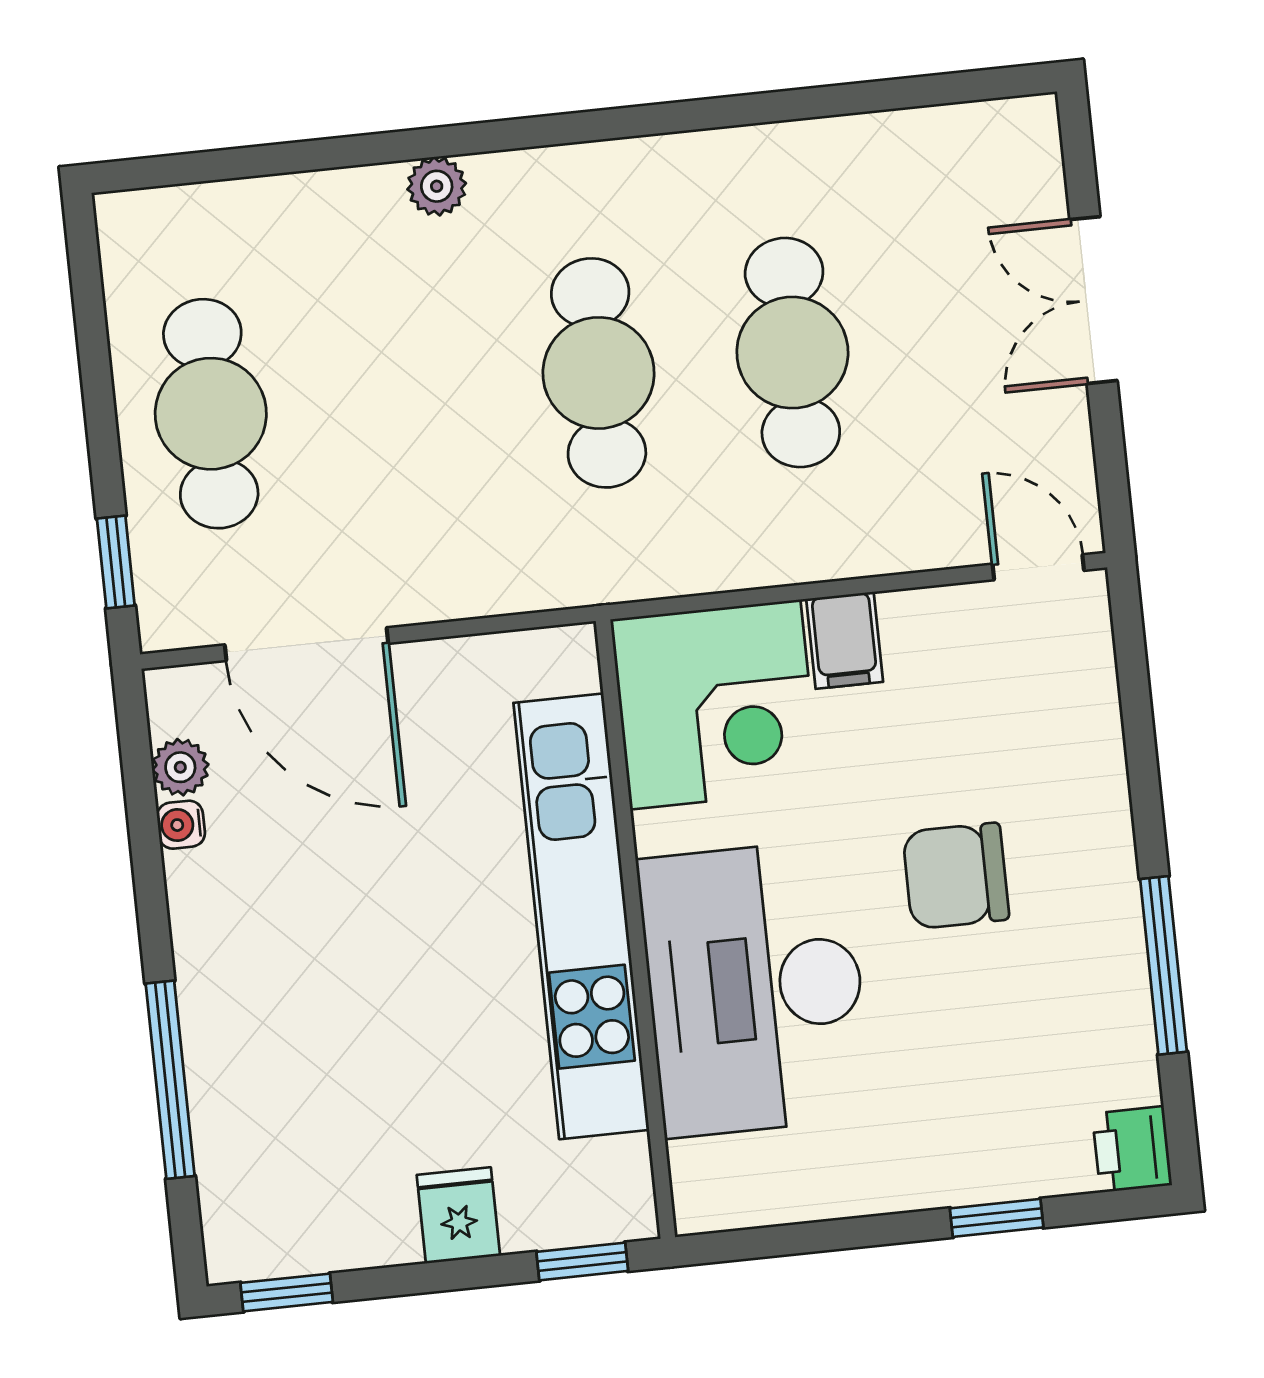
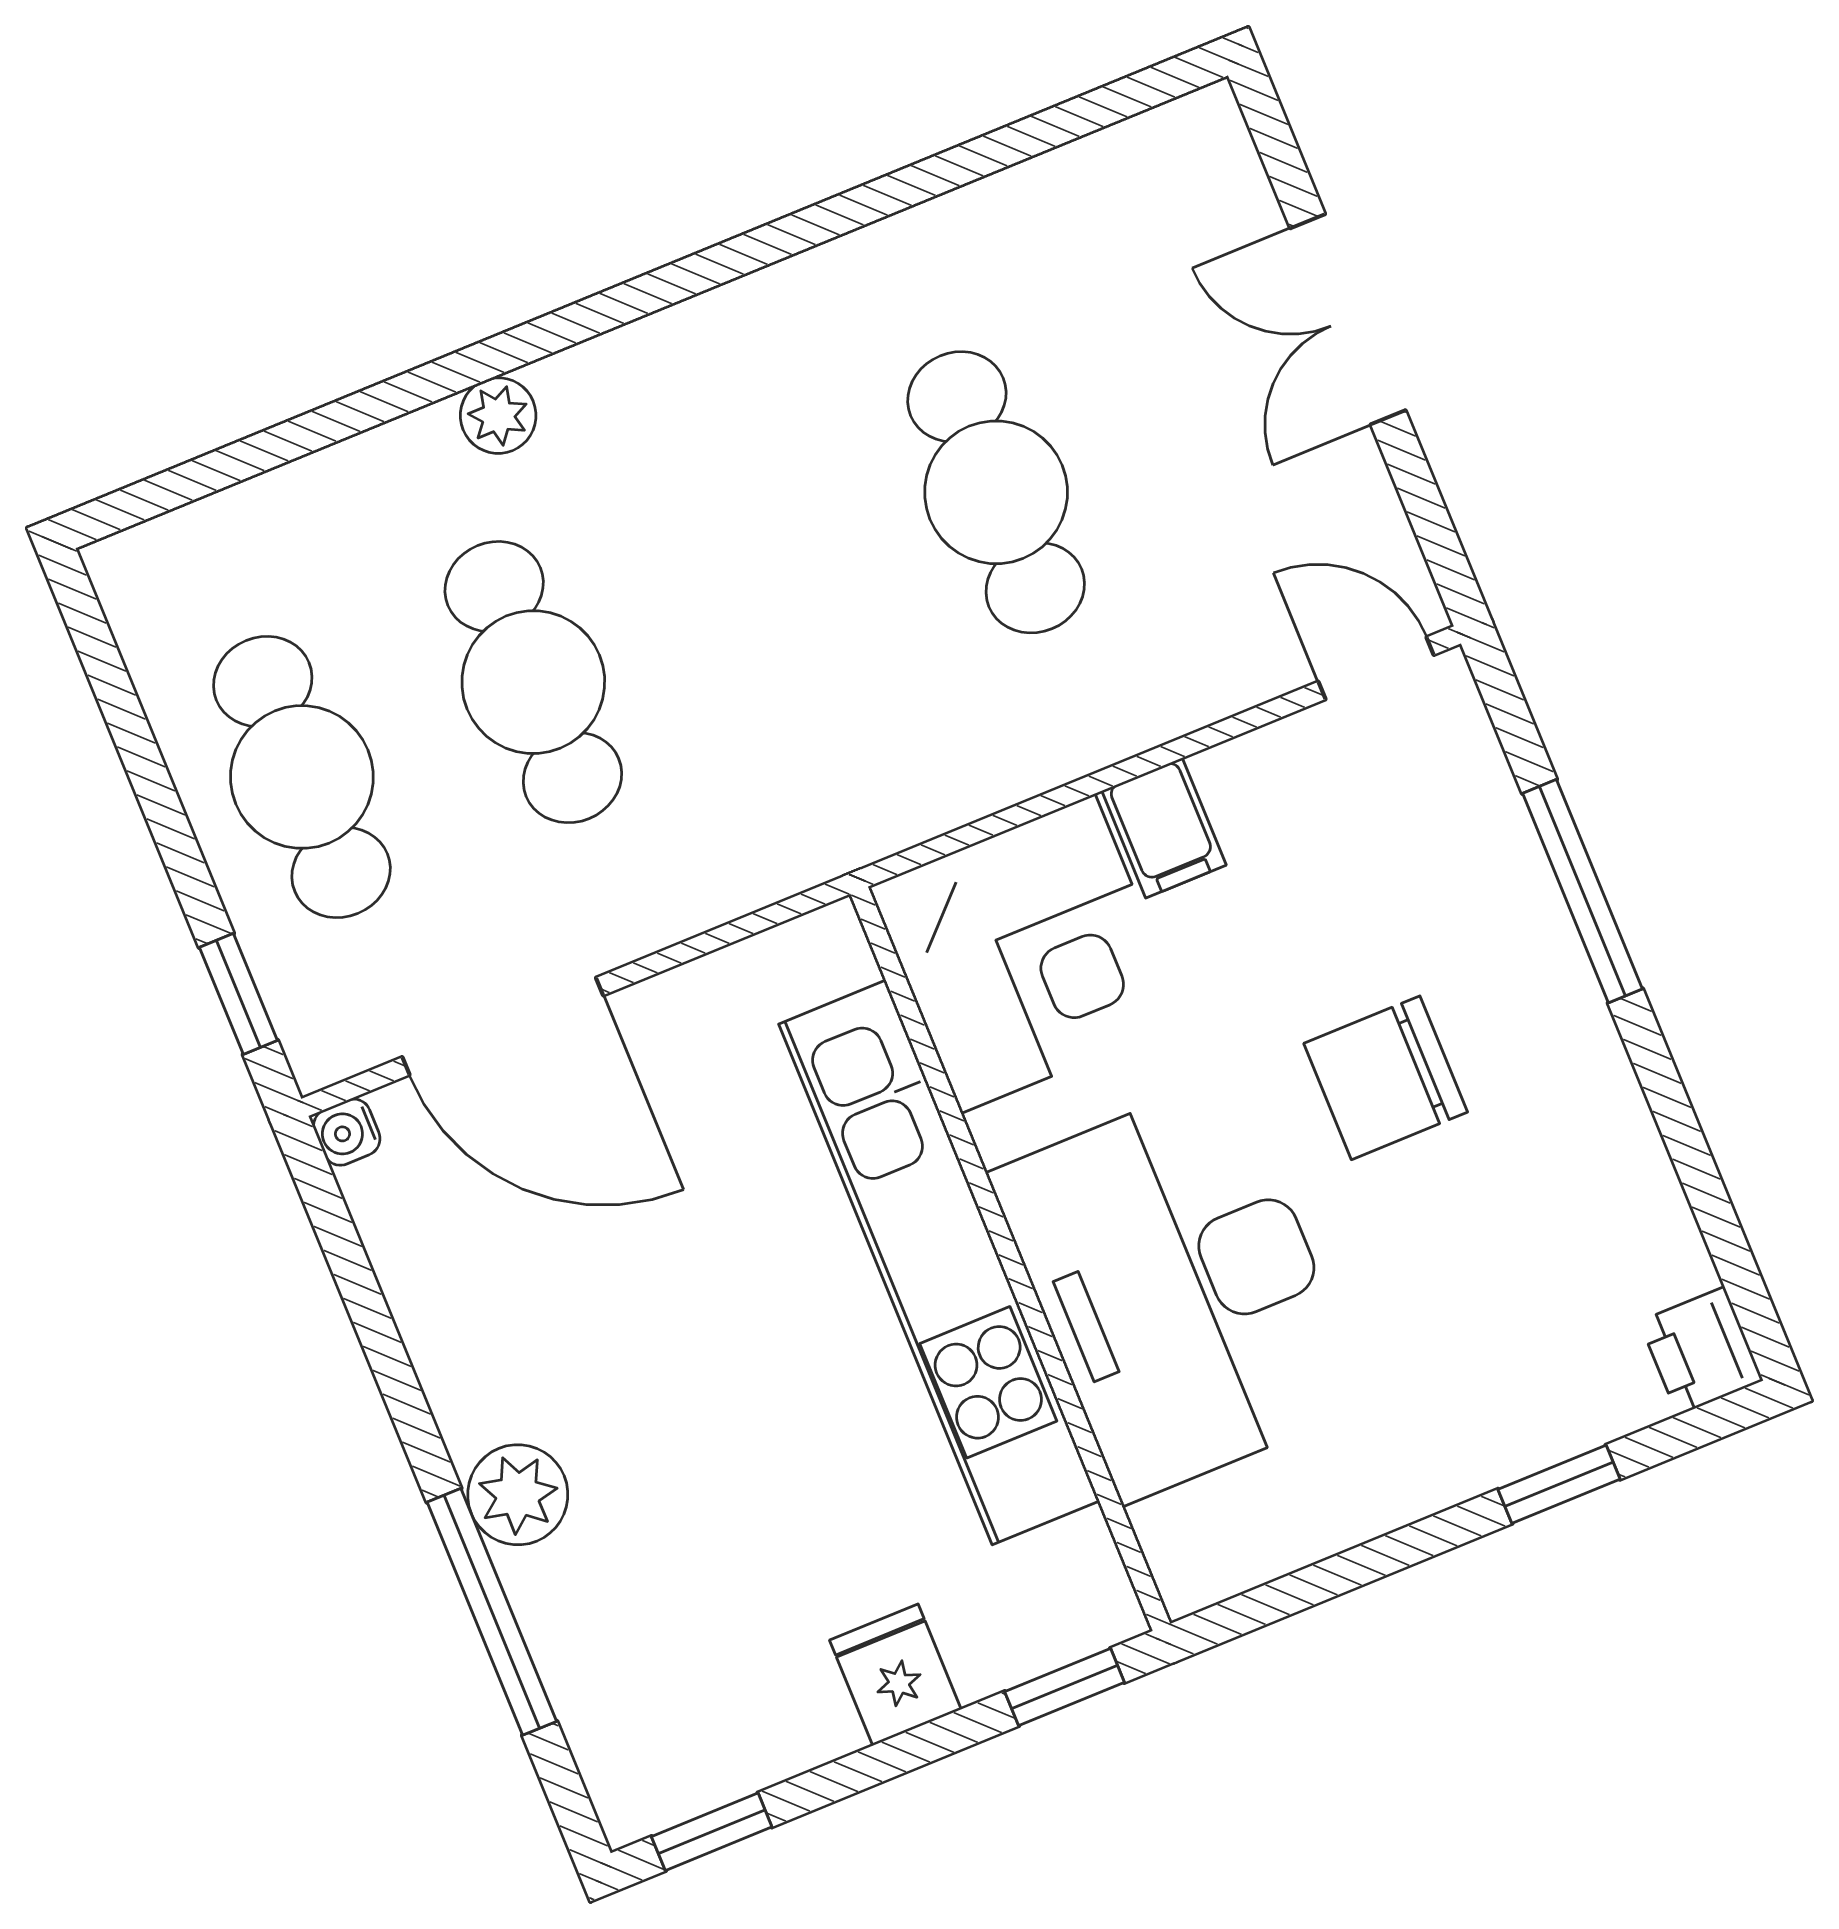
cafe table: (599, 373) -> (533, 682), moved
plant: (180, 767) -> (518, 1495), moved, width x1.38, depth x1.38
water cooler: (181, 825) -> (347, 1132), moved
window: (1163, 965) -> (1582, 891), moved

